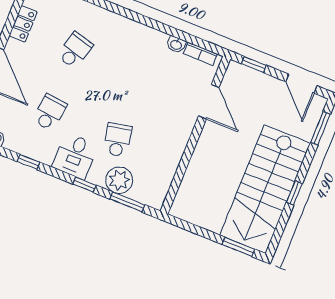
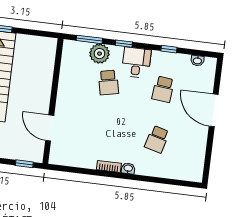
locker: (23, 24) -> (200, 148), removed
washbasin: (176, 45) -> (128, 168), moved
bookcase: (200, 54) -> (109, 166), moved

